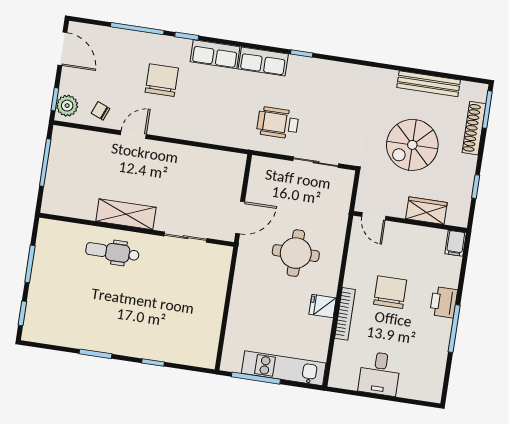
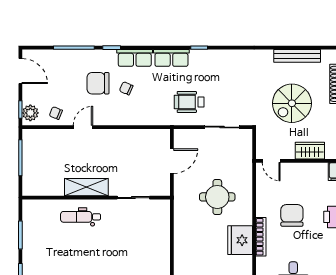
chair: (162, 80) -> (98, 83), turned -90
chair: (198, 92) -> (126, 88), added
door: (240, 218) -> (172, 161), moved
fridge: (323, 306) -> (240, 240), width x1.88, depth x1.34

